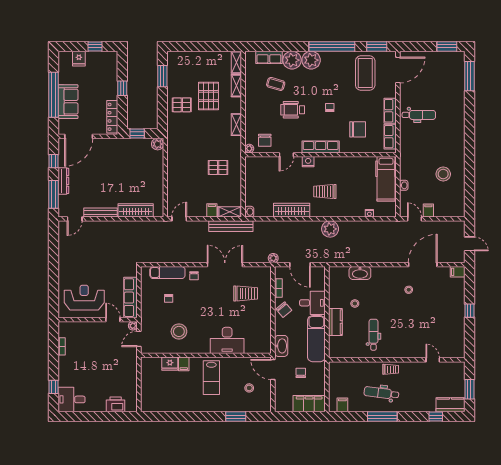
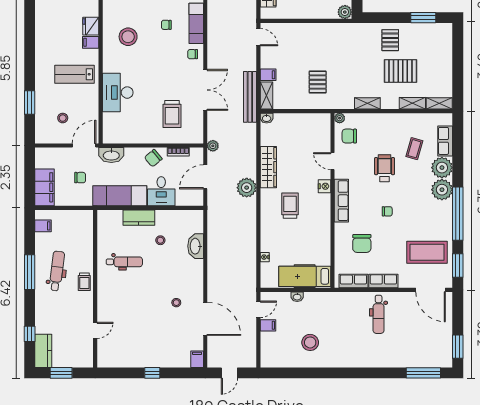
plant: (330, 229) -> (247, 188), moved

